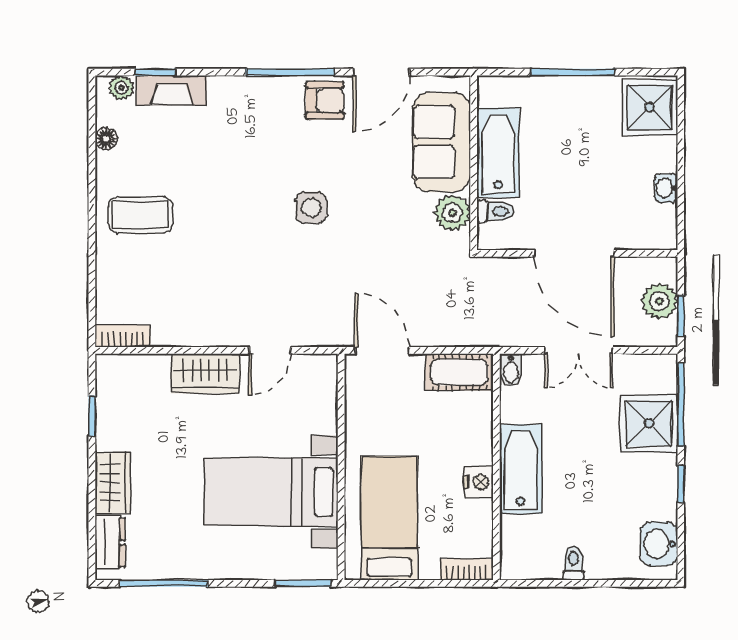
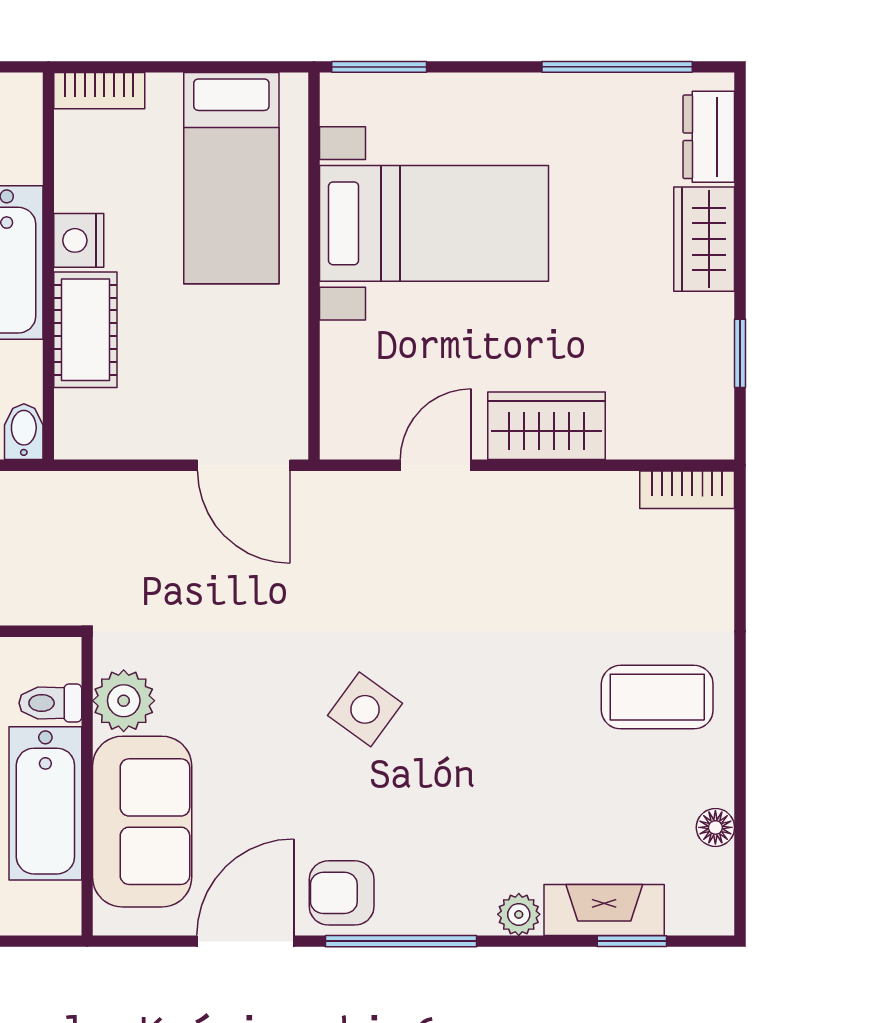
plant: (121, 88) -> (519, 914), moved
side table: (311, 208) -> (365, 709), turned 36
cot: (459, 372) -> (85, 330), moved, turned 90

